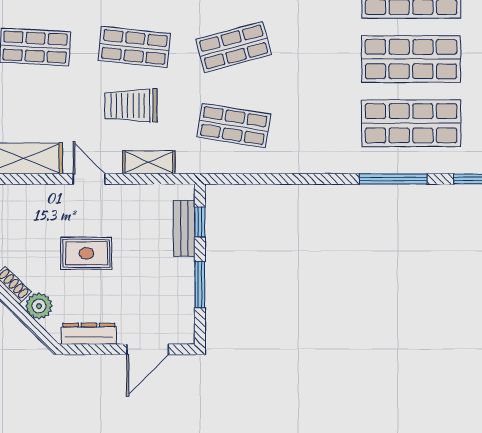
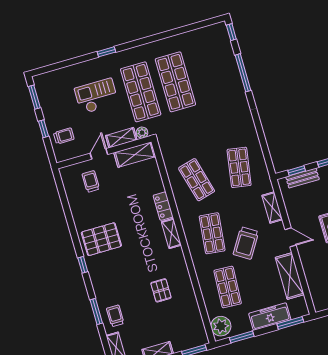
trolley: (131, 105) -> (246, 243), moved, turned 32
shop shelf: (411, 123) -> (210, 72), removed
door: (89, 179) -> (291, 237), swing flipped

